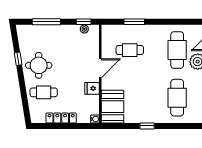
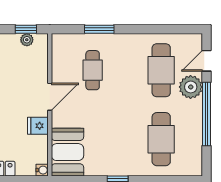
cafe table: (130, 50) -> (93, 70), turned 90

